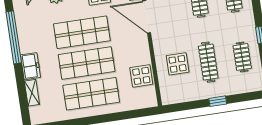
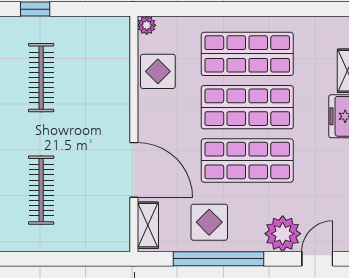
display table: (178, 64) -> (93, 82), removed
plant: (152, 102) -> (147, 25), added

